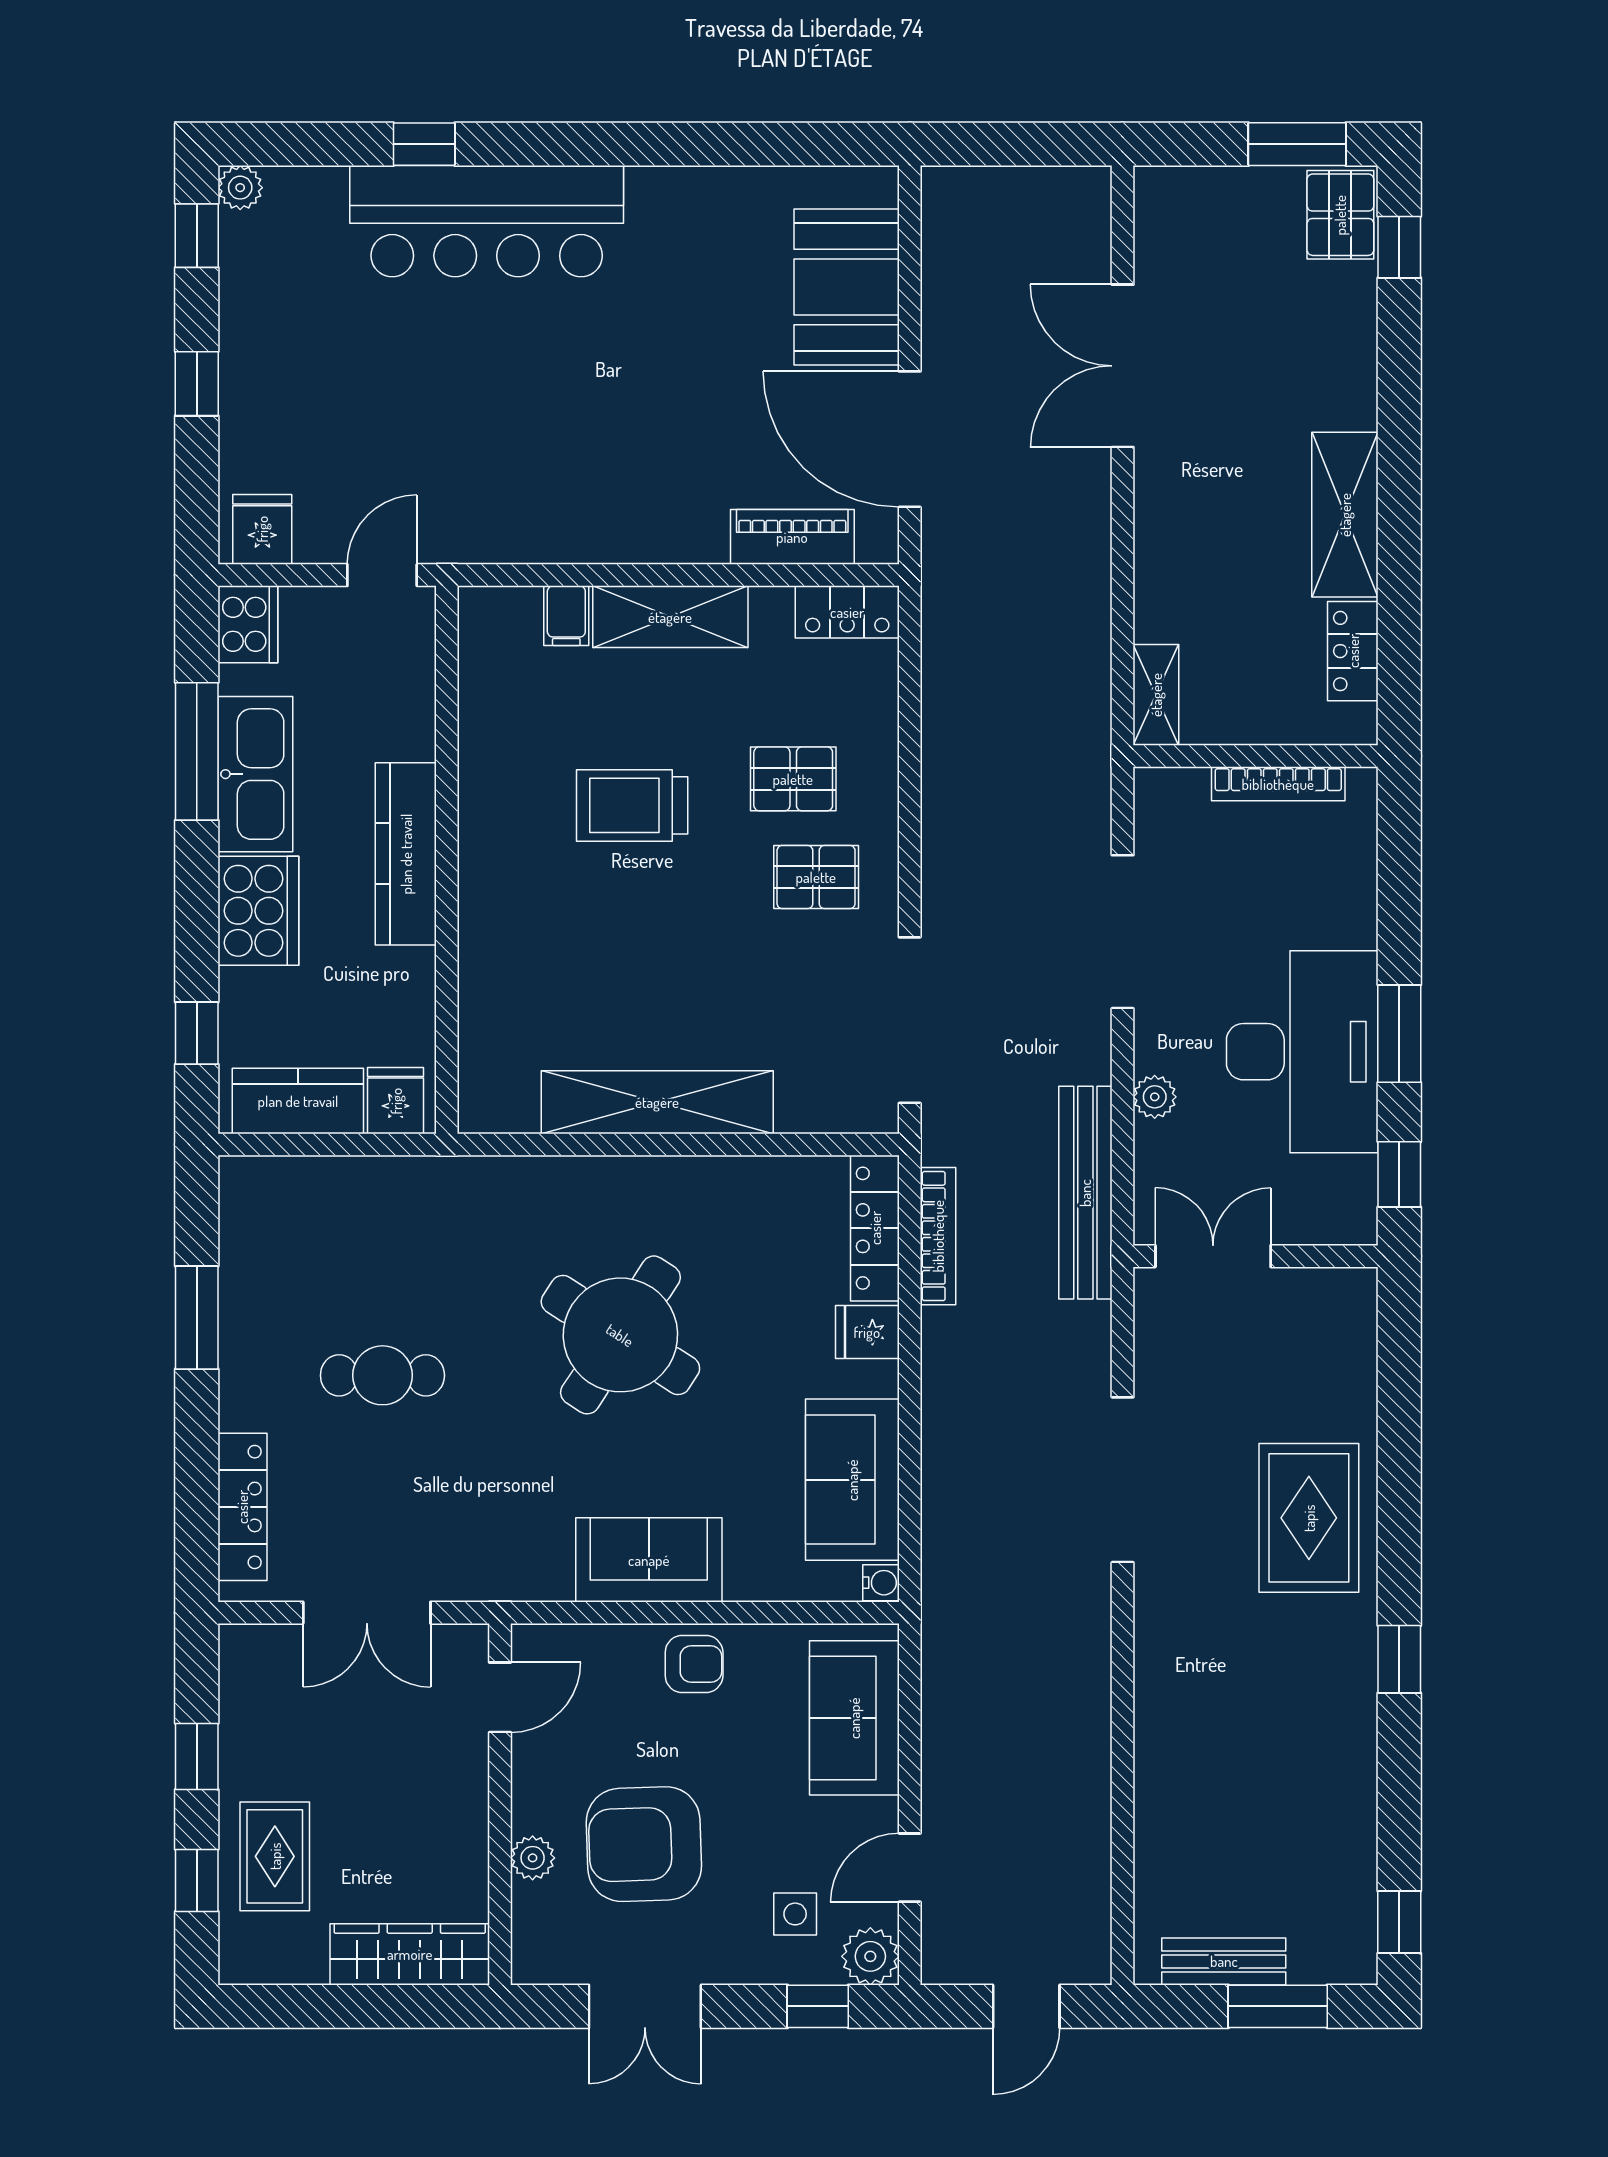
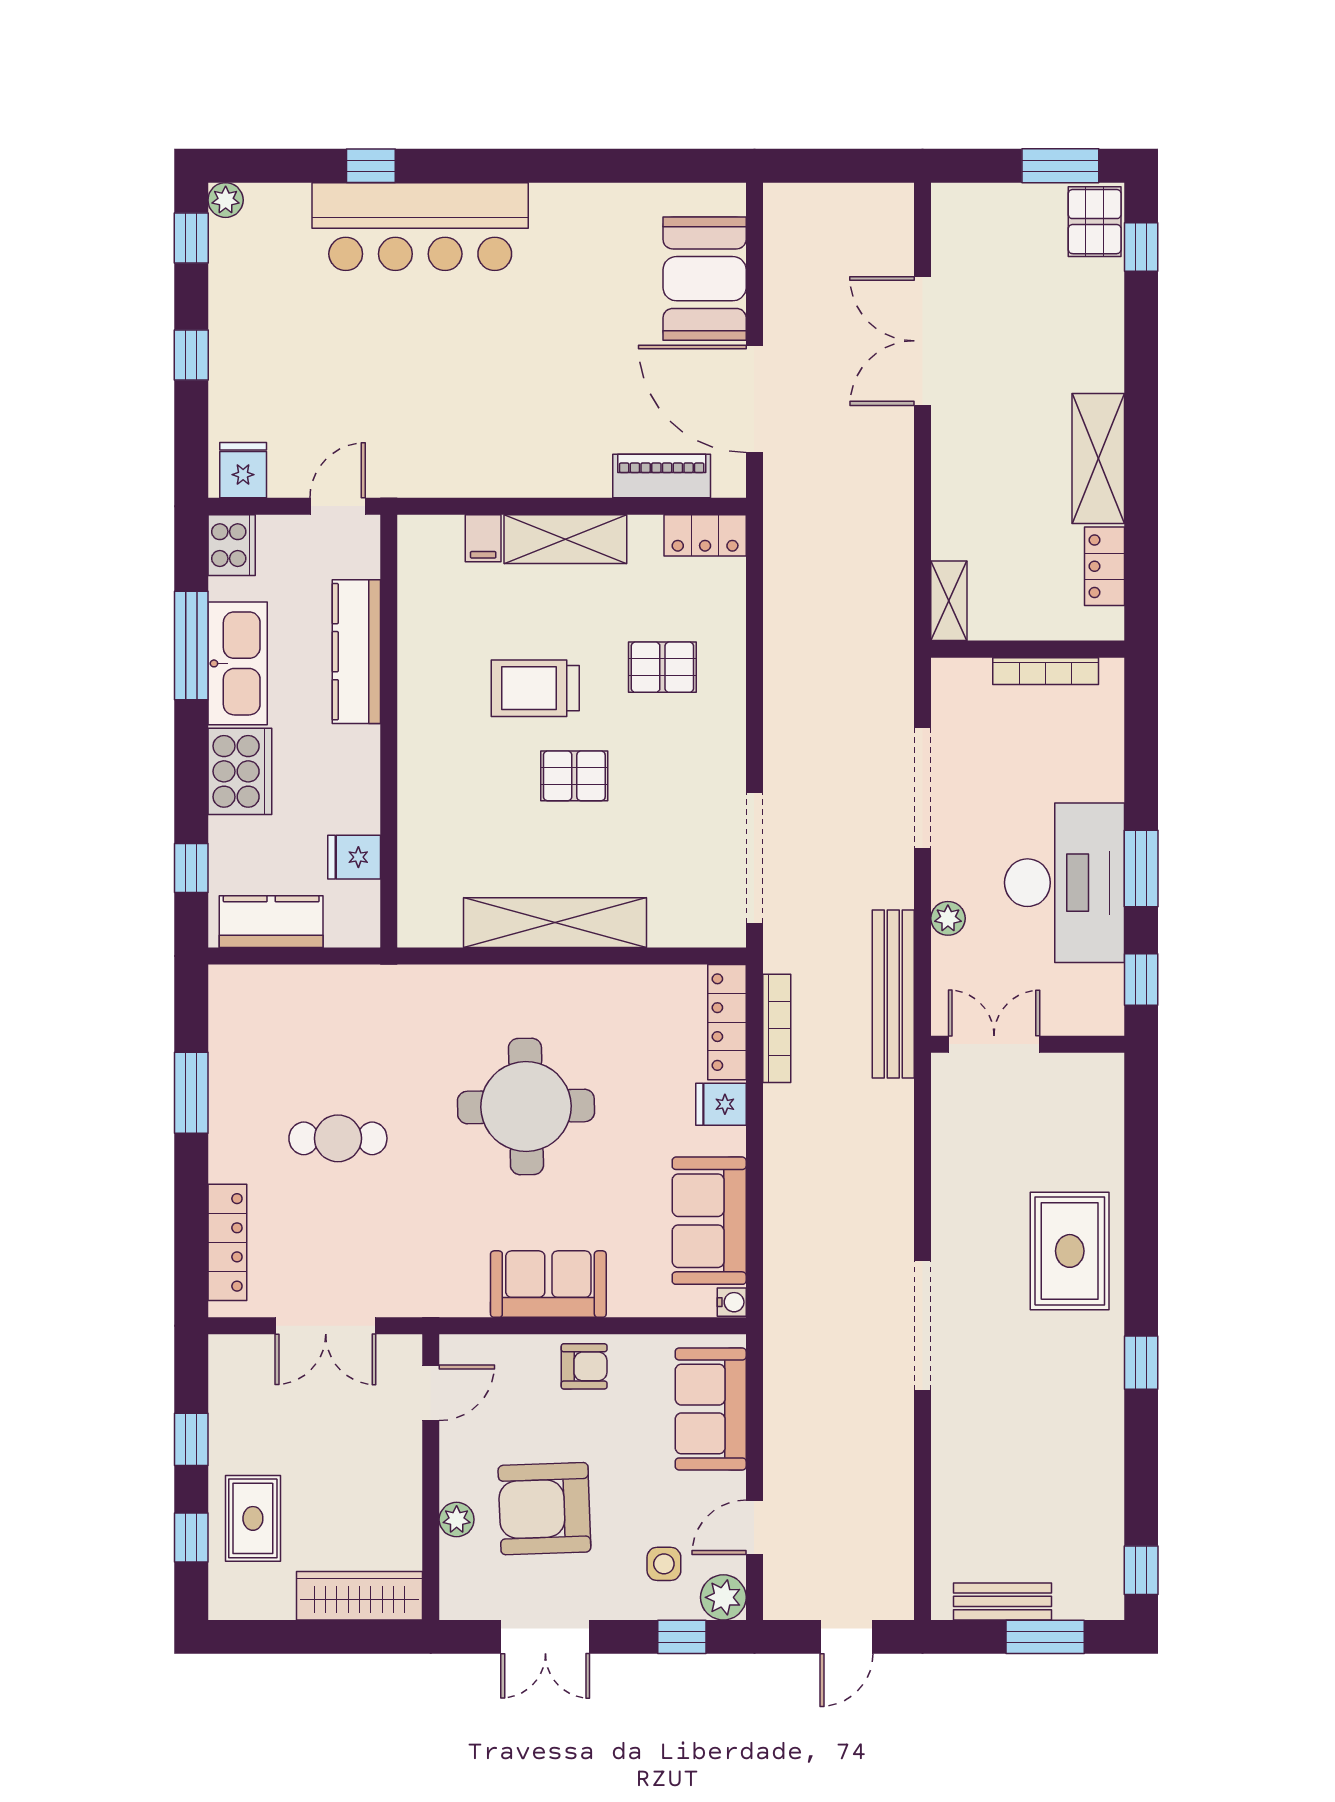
kitchen counter: (406, 854) -> (356, 652), moved
pallet: (816, 877) -> (574, 776), moved
fridge: (396, 1101) -> (354, 857), moved, turned -90
round table: (620, 1335) -> (526, 1106), turned -34
doorway: (1123, 1480) -> (923, 1326), moved

